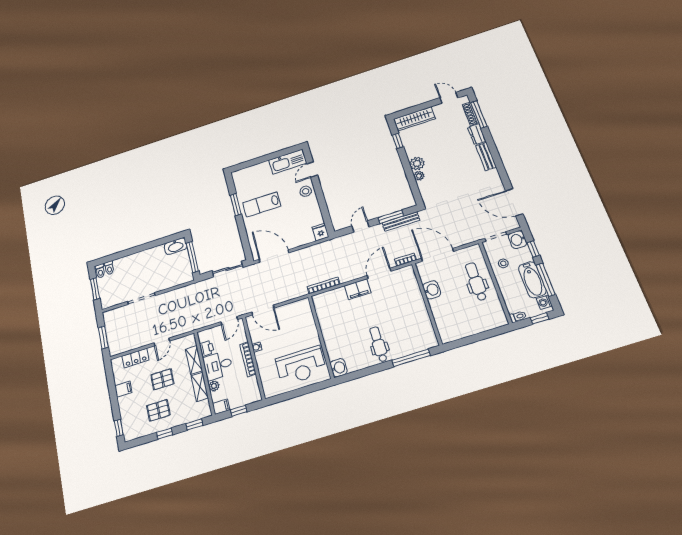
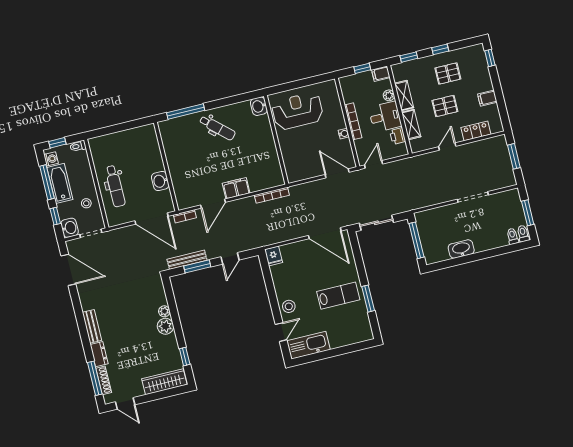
washbasin: (175, 246) -> (461, 249), moved
dental chair: (379, 344) -> (217, 128), turned -48

